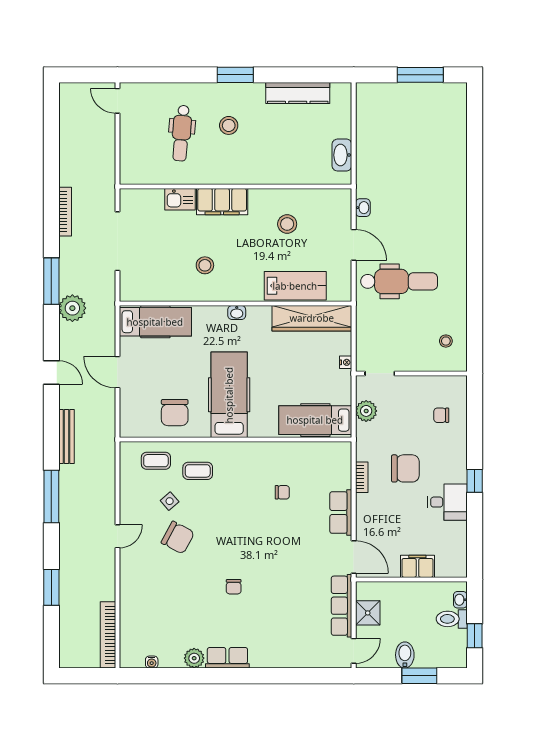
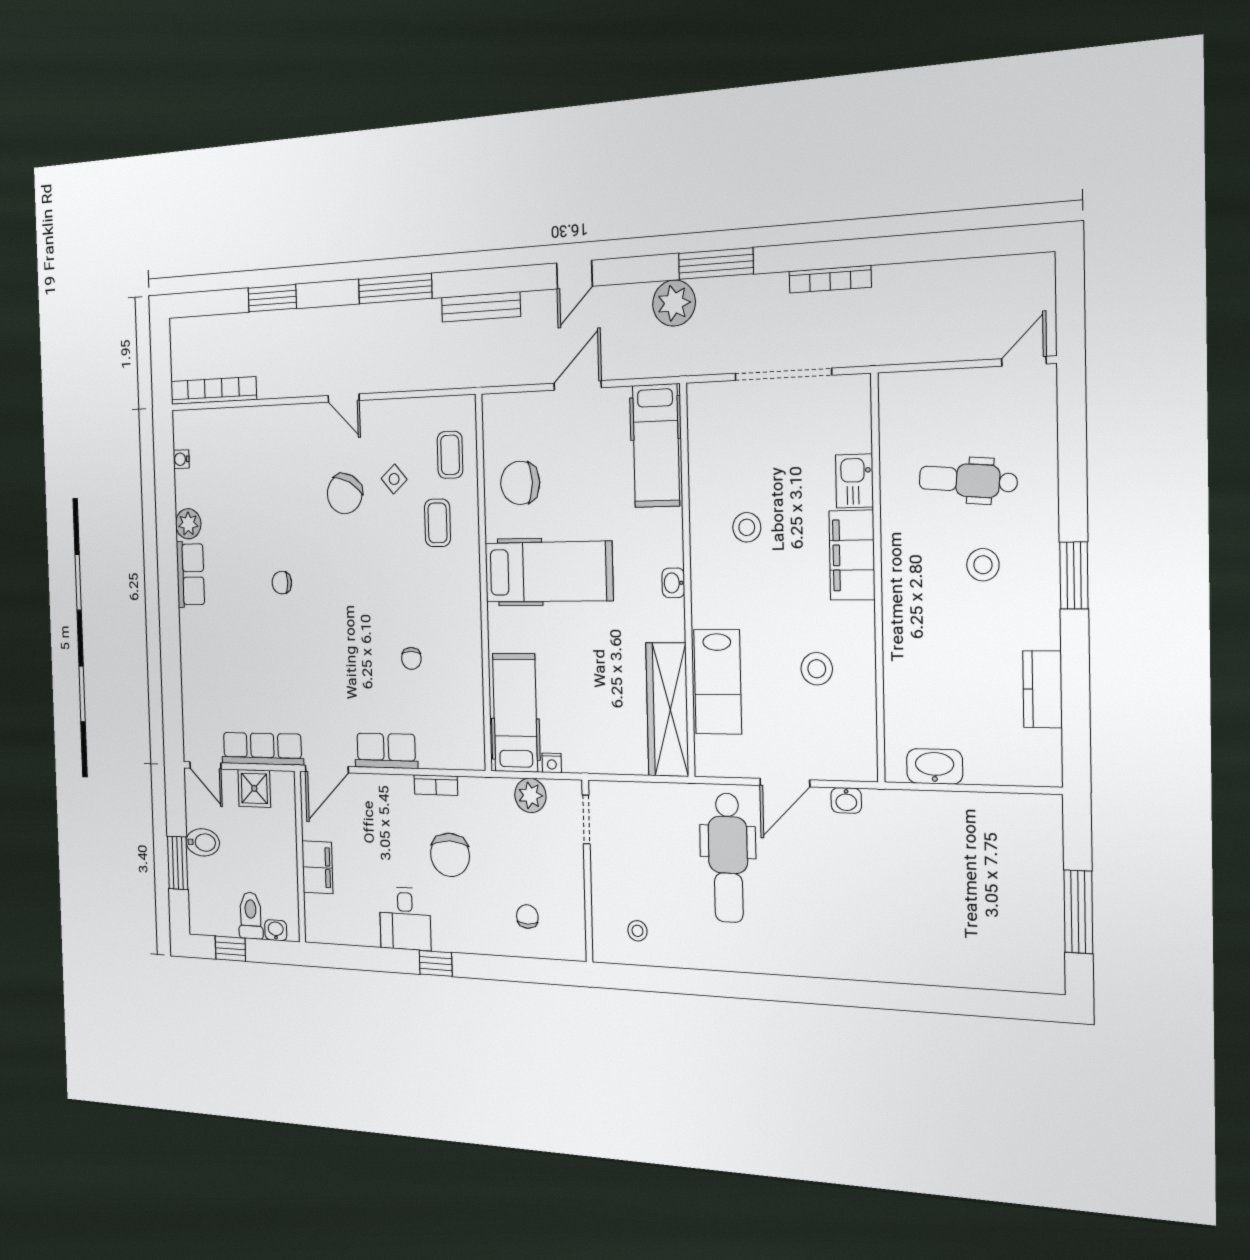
kitchen counter: (298, 93) -> (1042, 689), width x0.67
nightstand: (346, 362) -> (552, 763), moved

